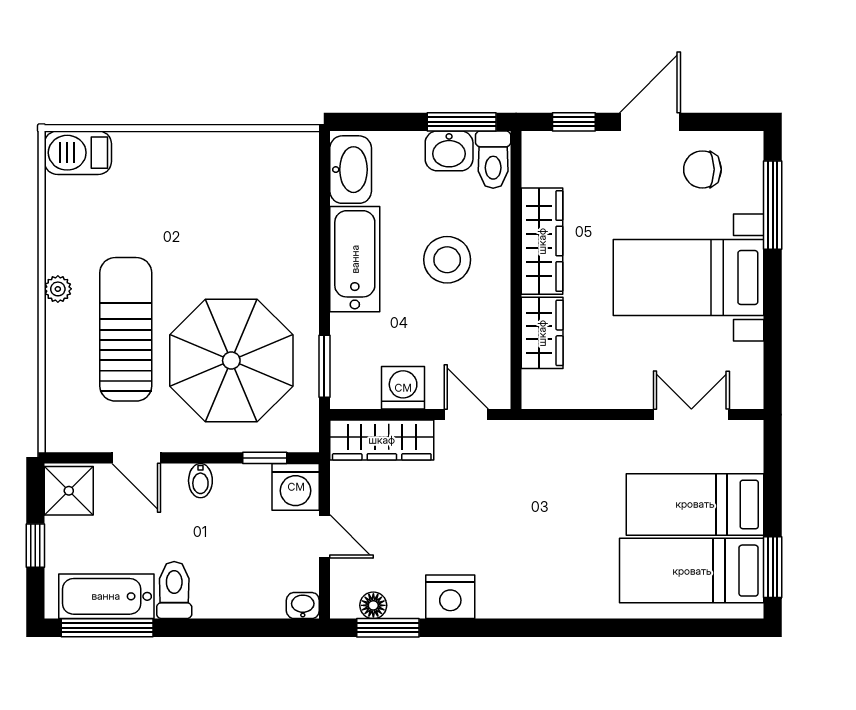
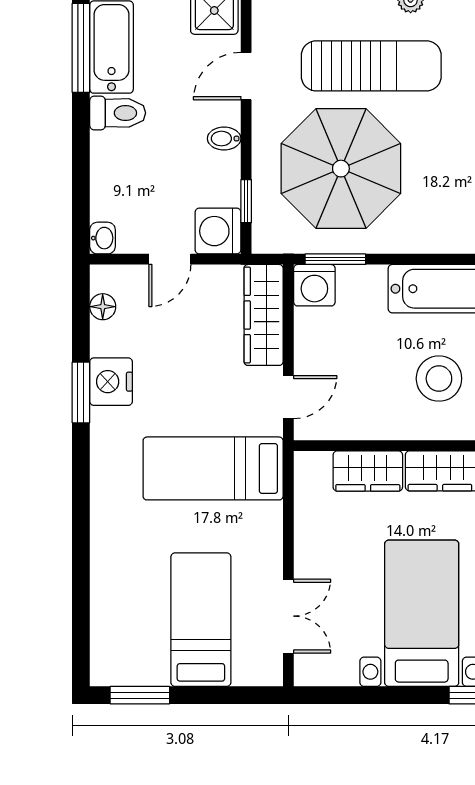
washing machine: (403, 388) -> (314, 285), moved, turned 90
bed: (692, 571) -> (213, 468), moved, turned -90
window: (388, 628) -> (81, 392), moved

